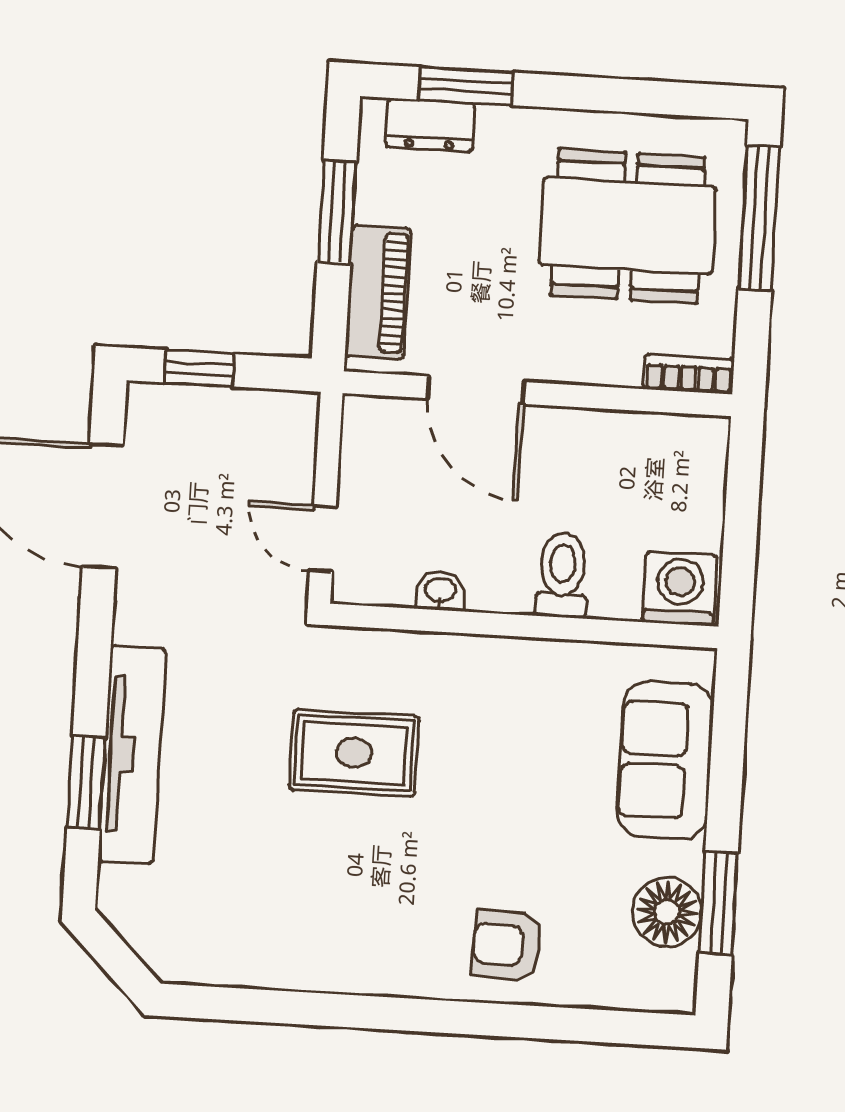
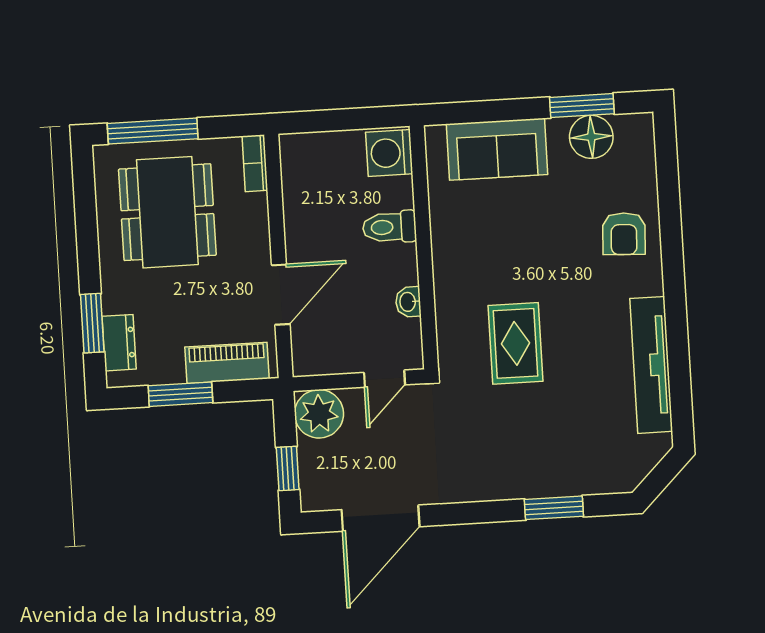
plant: (280, 428) -> (319, 414), added
tv unit: (132, 755) -> (651, 365), moved, turned -90

